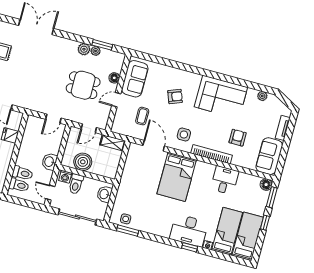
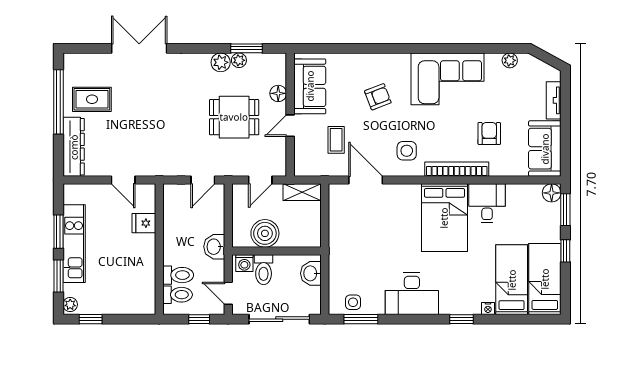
bed: (177, 177) -> (444, 218), moved
window: (28, 204) -> (199, 319), added
desk: (189, 230) -> (412, 294), moved

